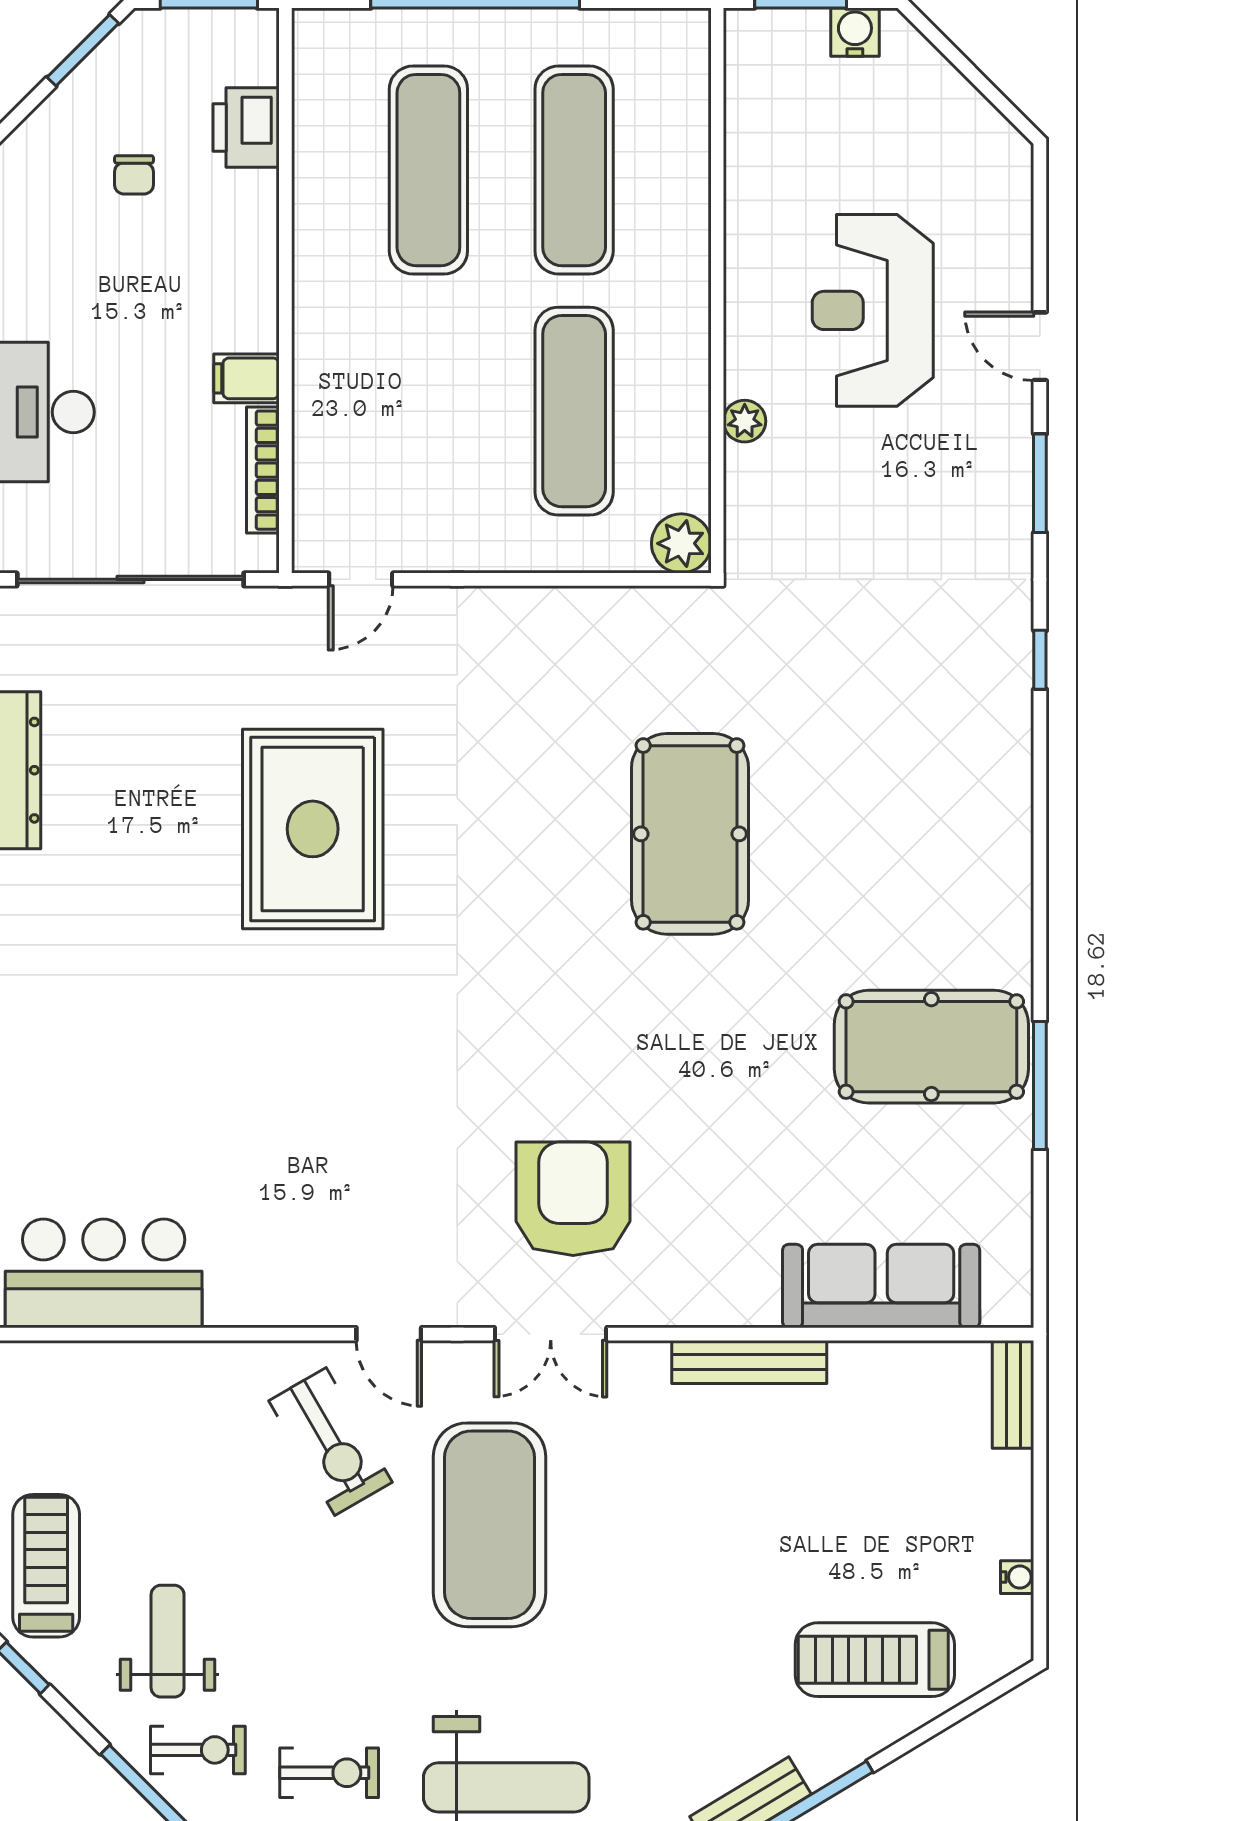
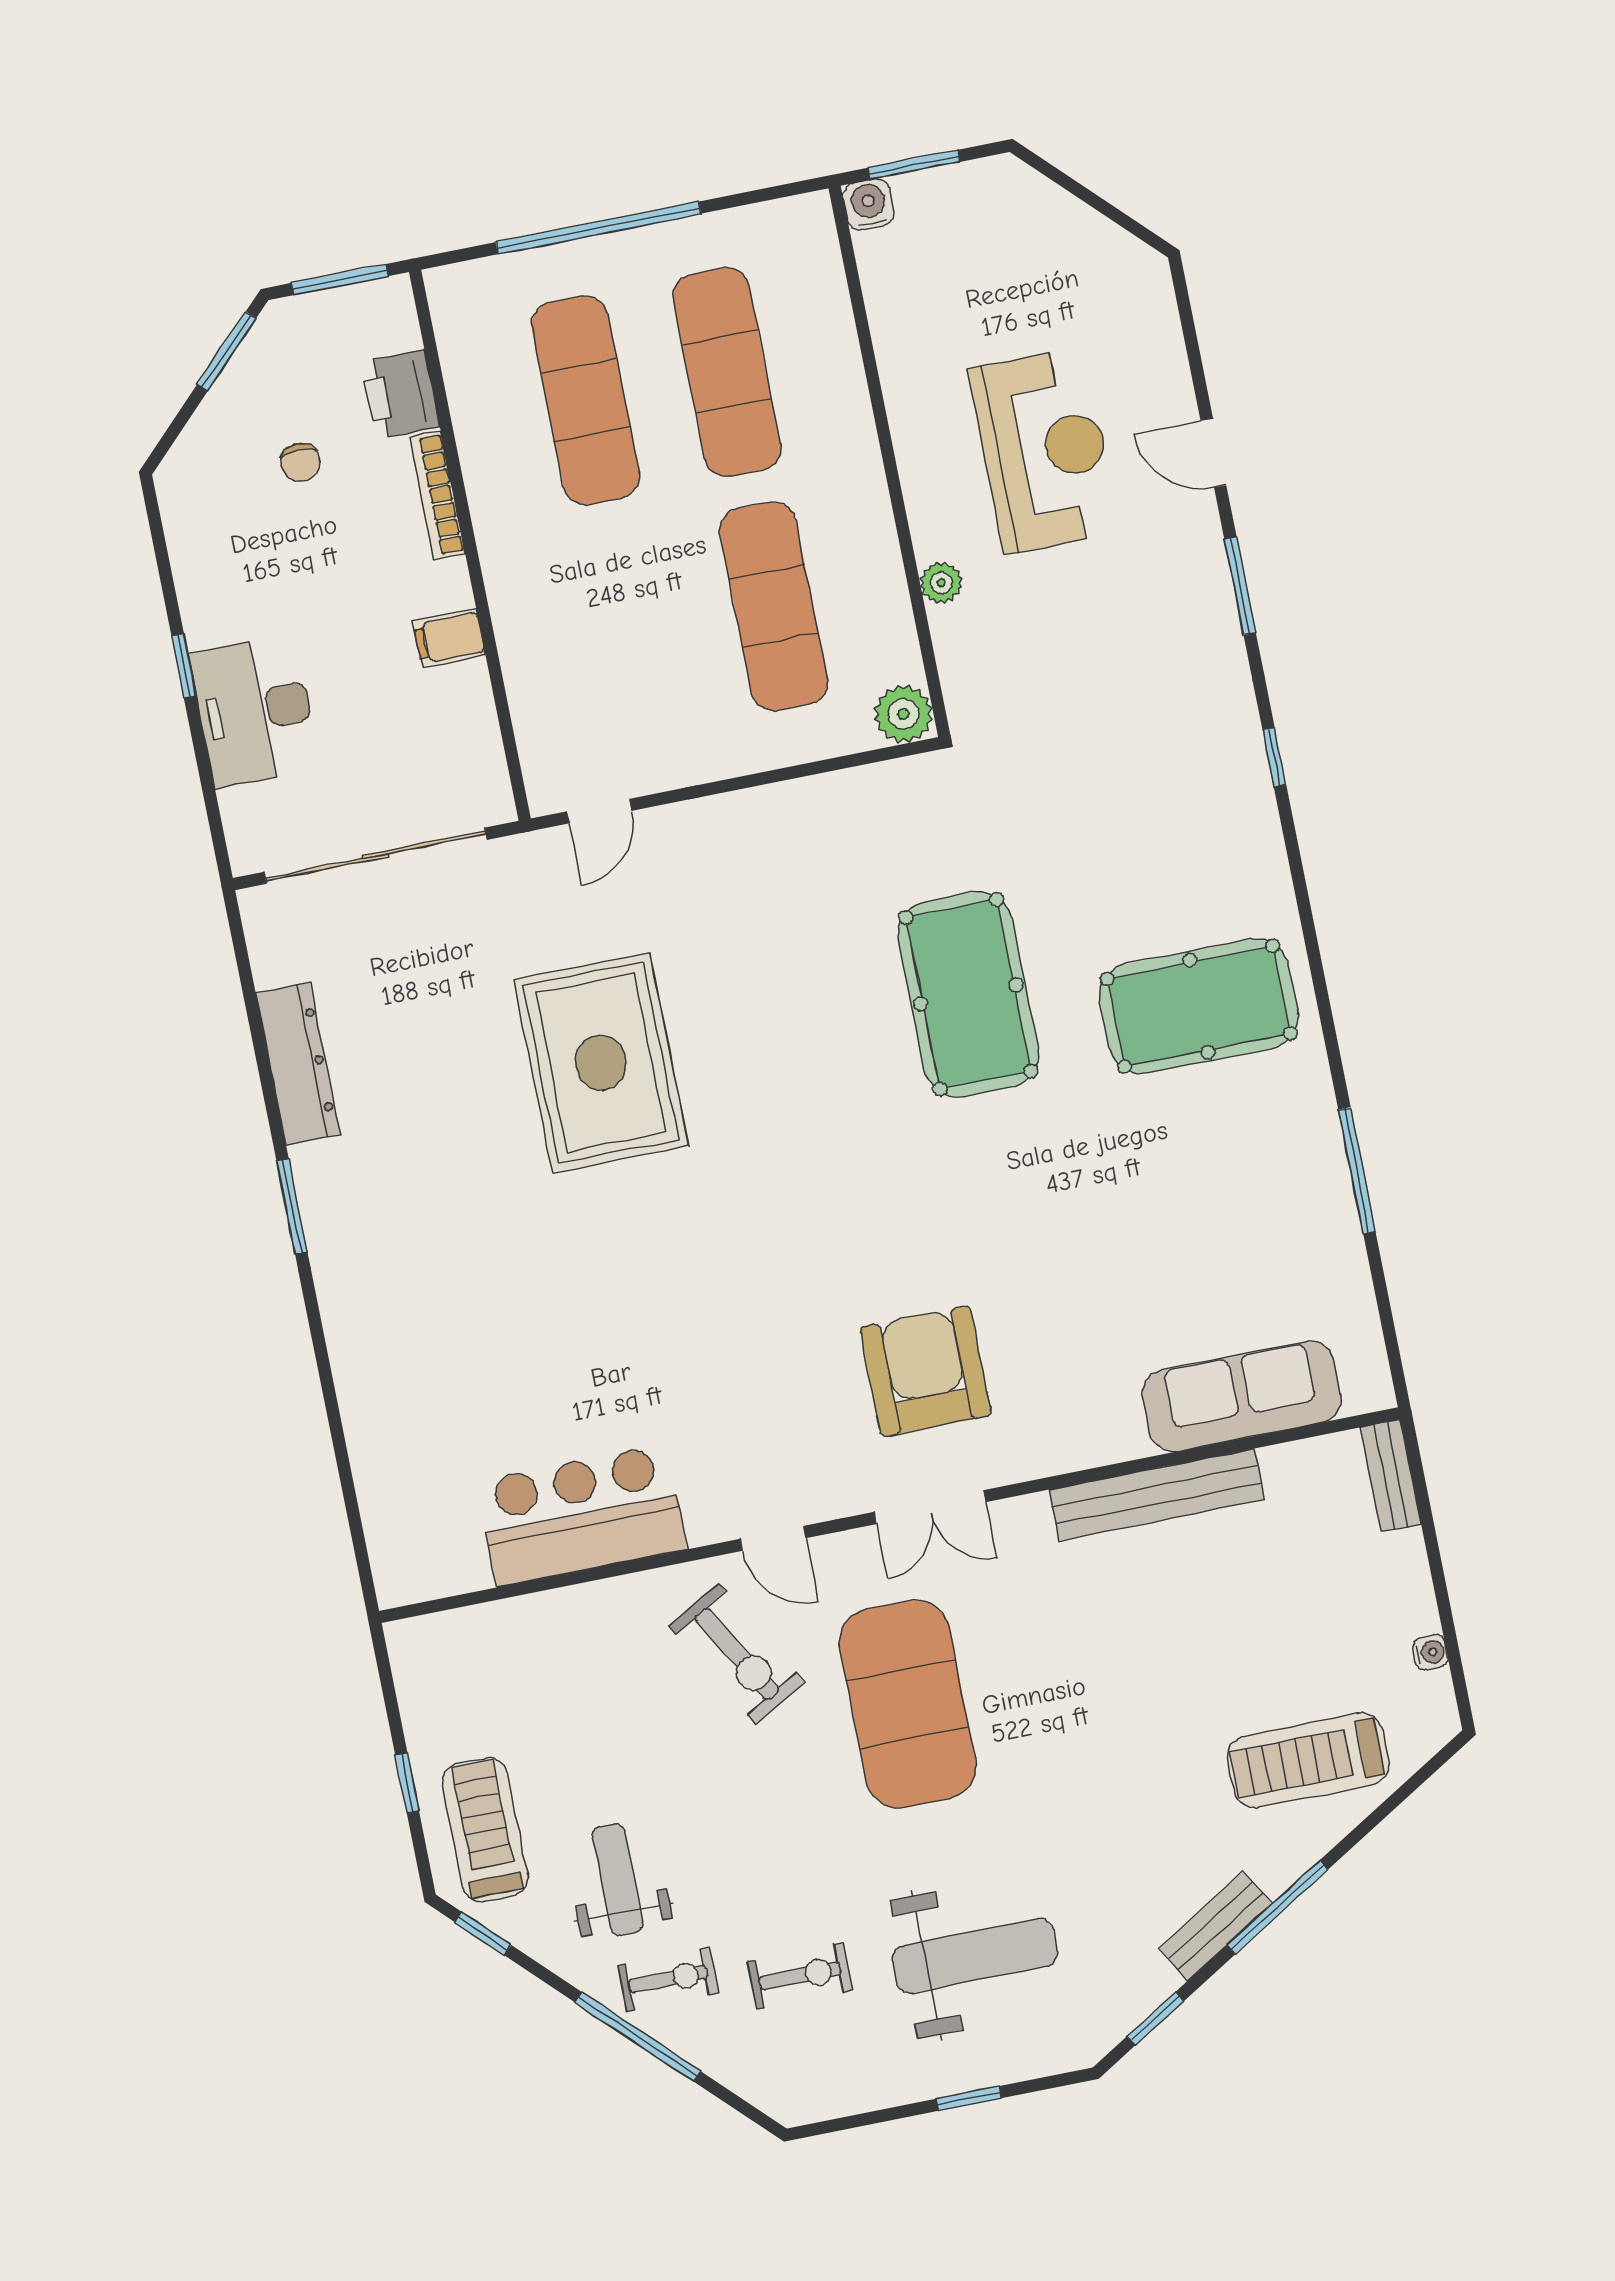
water cooler: (855, 32) -> (869, 205), moved
reception desk: (873, 310) -> (1044, 451), turned 180
bookcase: (263, 470) -> (437, 495), moved
pool table: (931, 1047) -> (1199, 1006), moved
bar counter: (104, 1273) -> (581, 1515), moved
bench: (749, 1362) -> (1157, 1495), width x1.37, depth x1.21

